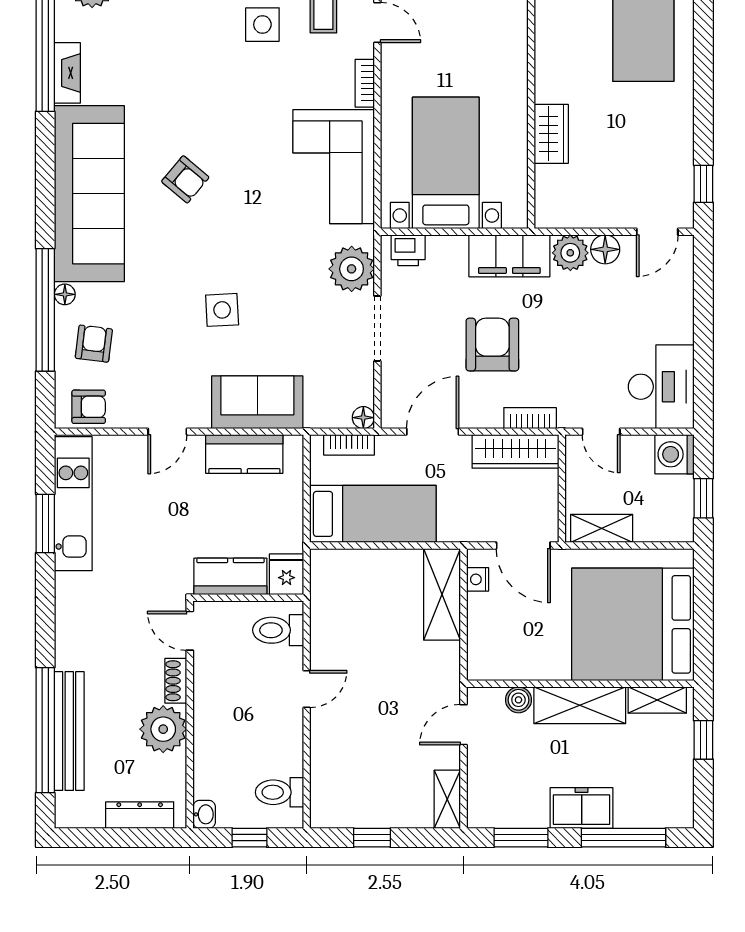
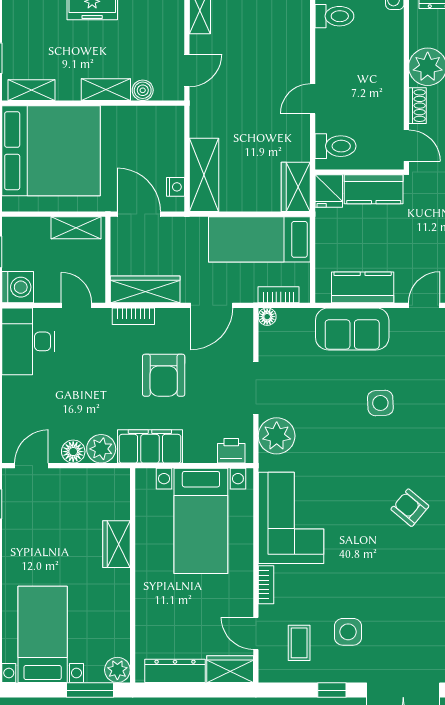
wardrobe: (328, 579) -> (296, 187), added
shelving: (580, 705) -> (106, 90), width x0.67, depth x0.75

